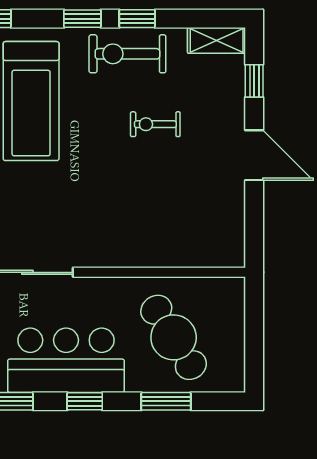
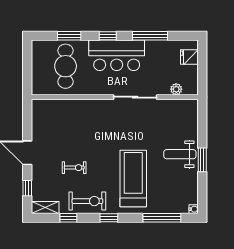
window: (137, 19) -> (68, 218), moved
cafe table: (174, 337) -> (66, 66), turned 32

